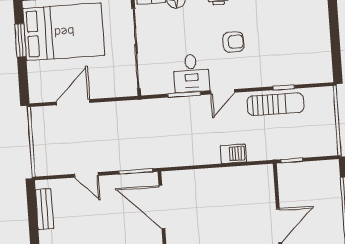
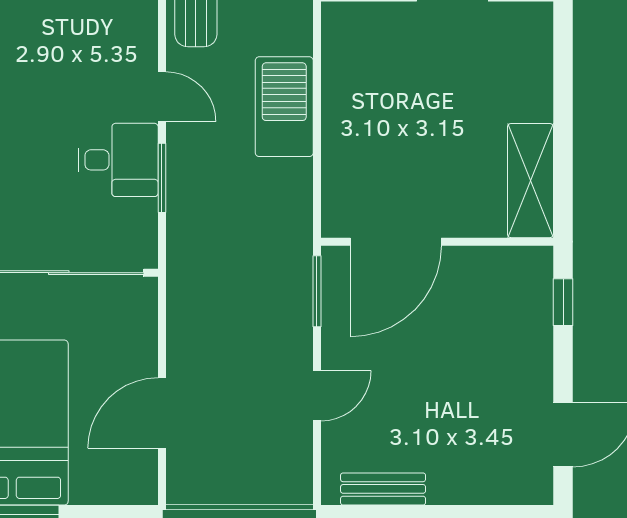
armchair: (233, 42) -> (59, 67), removed
door: (73, 102) -> (162, 413), hinge flipped
barbecue: (233, 154) -> (284, 107), width x1.88, depth x1.53

